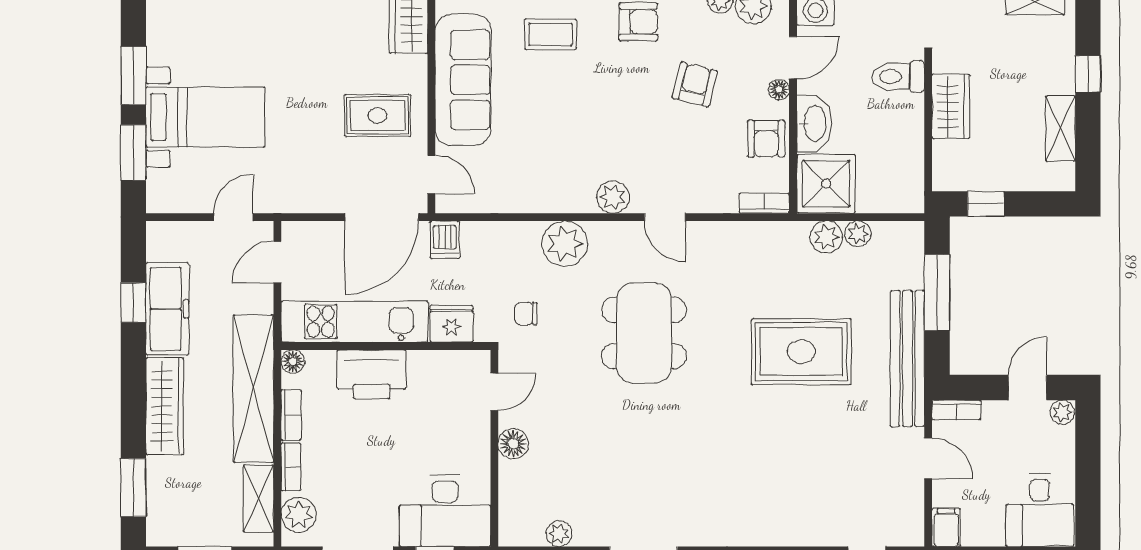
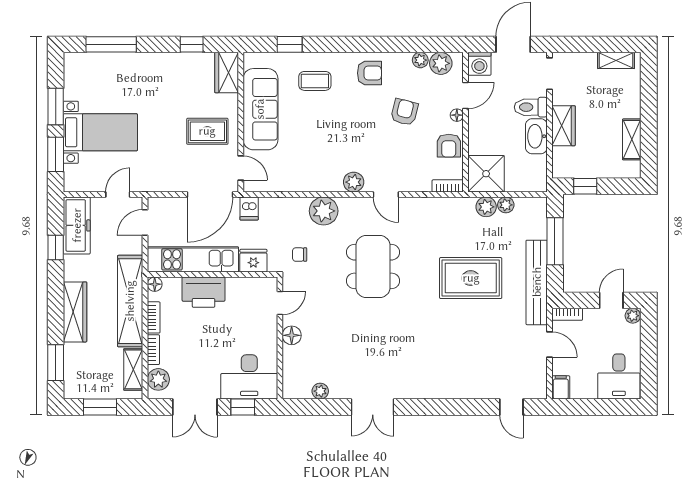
window: (1088, 74) -> (649, 105), removed
washbasin: (814, 124) -> (536, 136), moved, turned 180
freezer: (167, 309) -> (77, 225), moved

